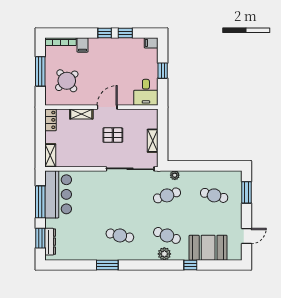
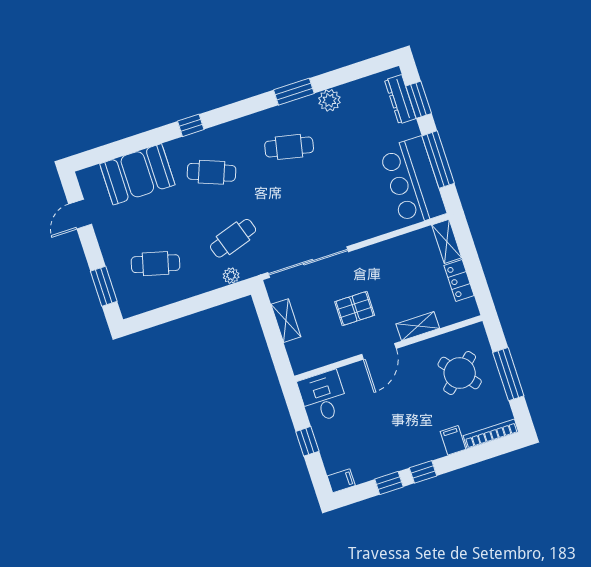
locker: (51, 120) -> (459, 281), moved
plant: (164, 254) -> (329, 100), moved
window: (190, 265) -> (191, 125), moved

